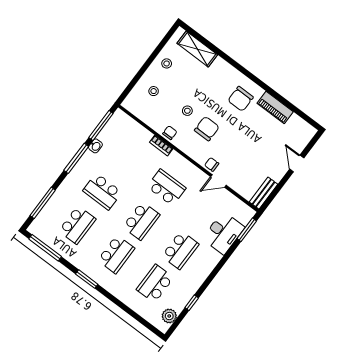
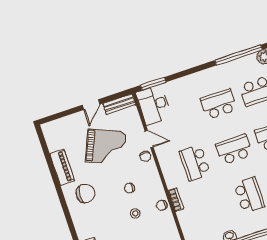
chair: (207, 129) -> (129, 188), width x0.54, depth x0.54
grand piano: (250, 150) -> (106, 147), added
door: (297, 163) -> (91, 105), moved
desk: (223, 233) -> (154, 105), moved, turned -90
window: (192, 303) -> (239, 55), width x3.17

